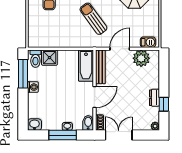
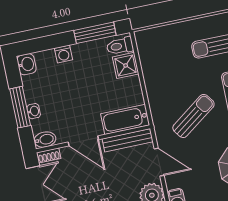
washing machine: (33, 87) -> (64, 54), moved

